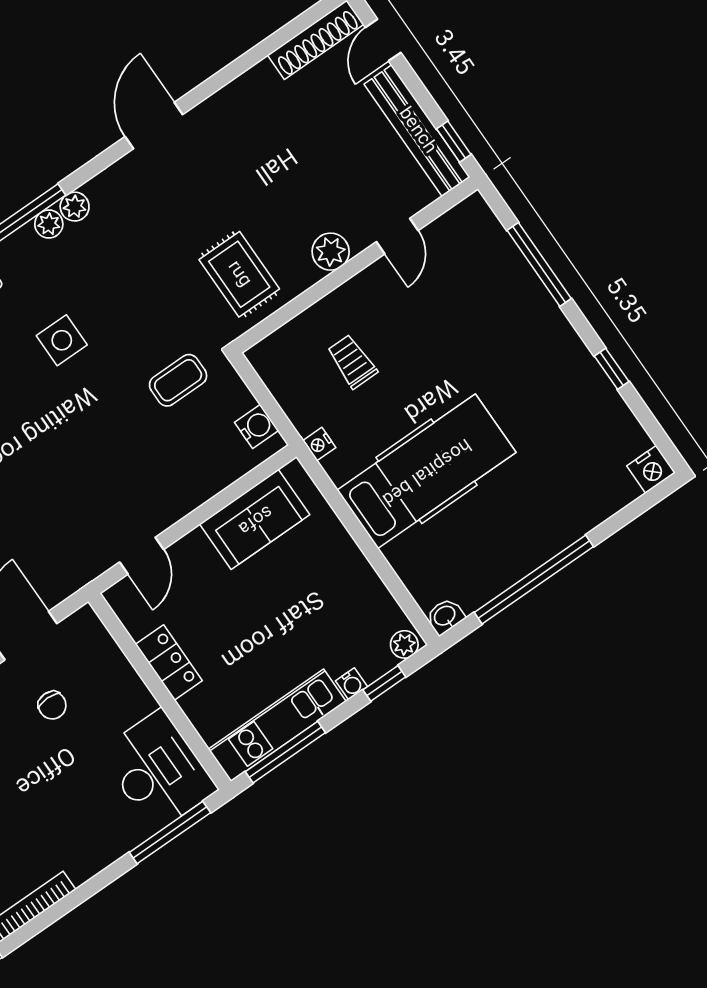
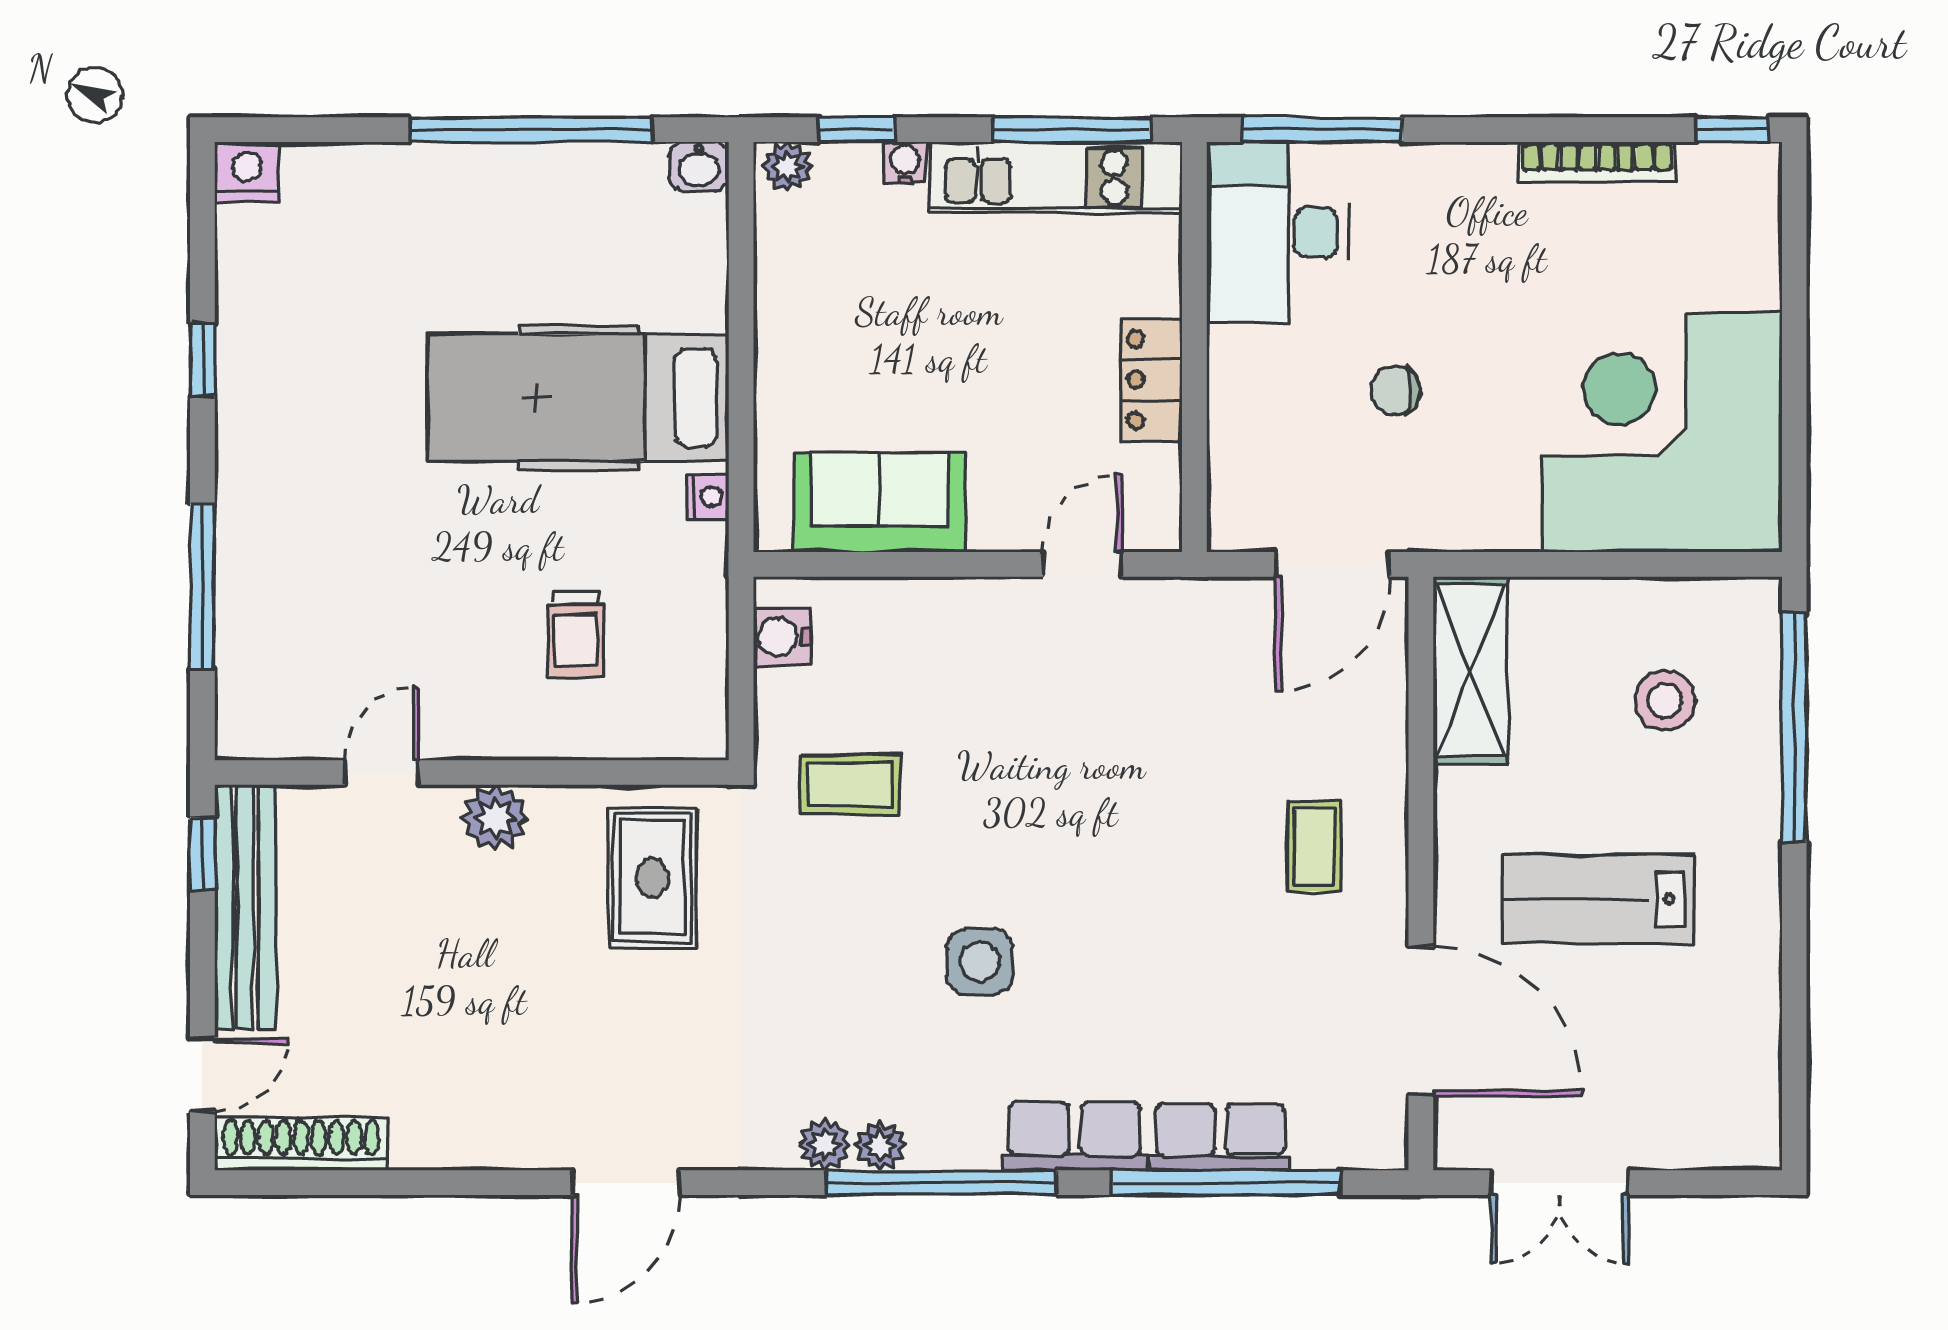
nightstand: (319, 444) -> (708, 497), moved
chair: (52, 705) -> (1396, 390), moved, turned -90

